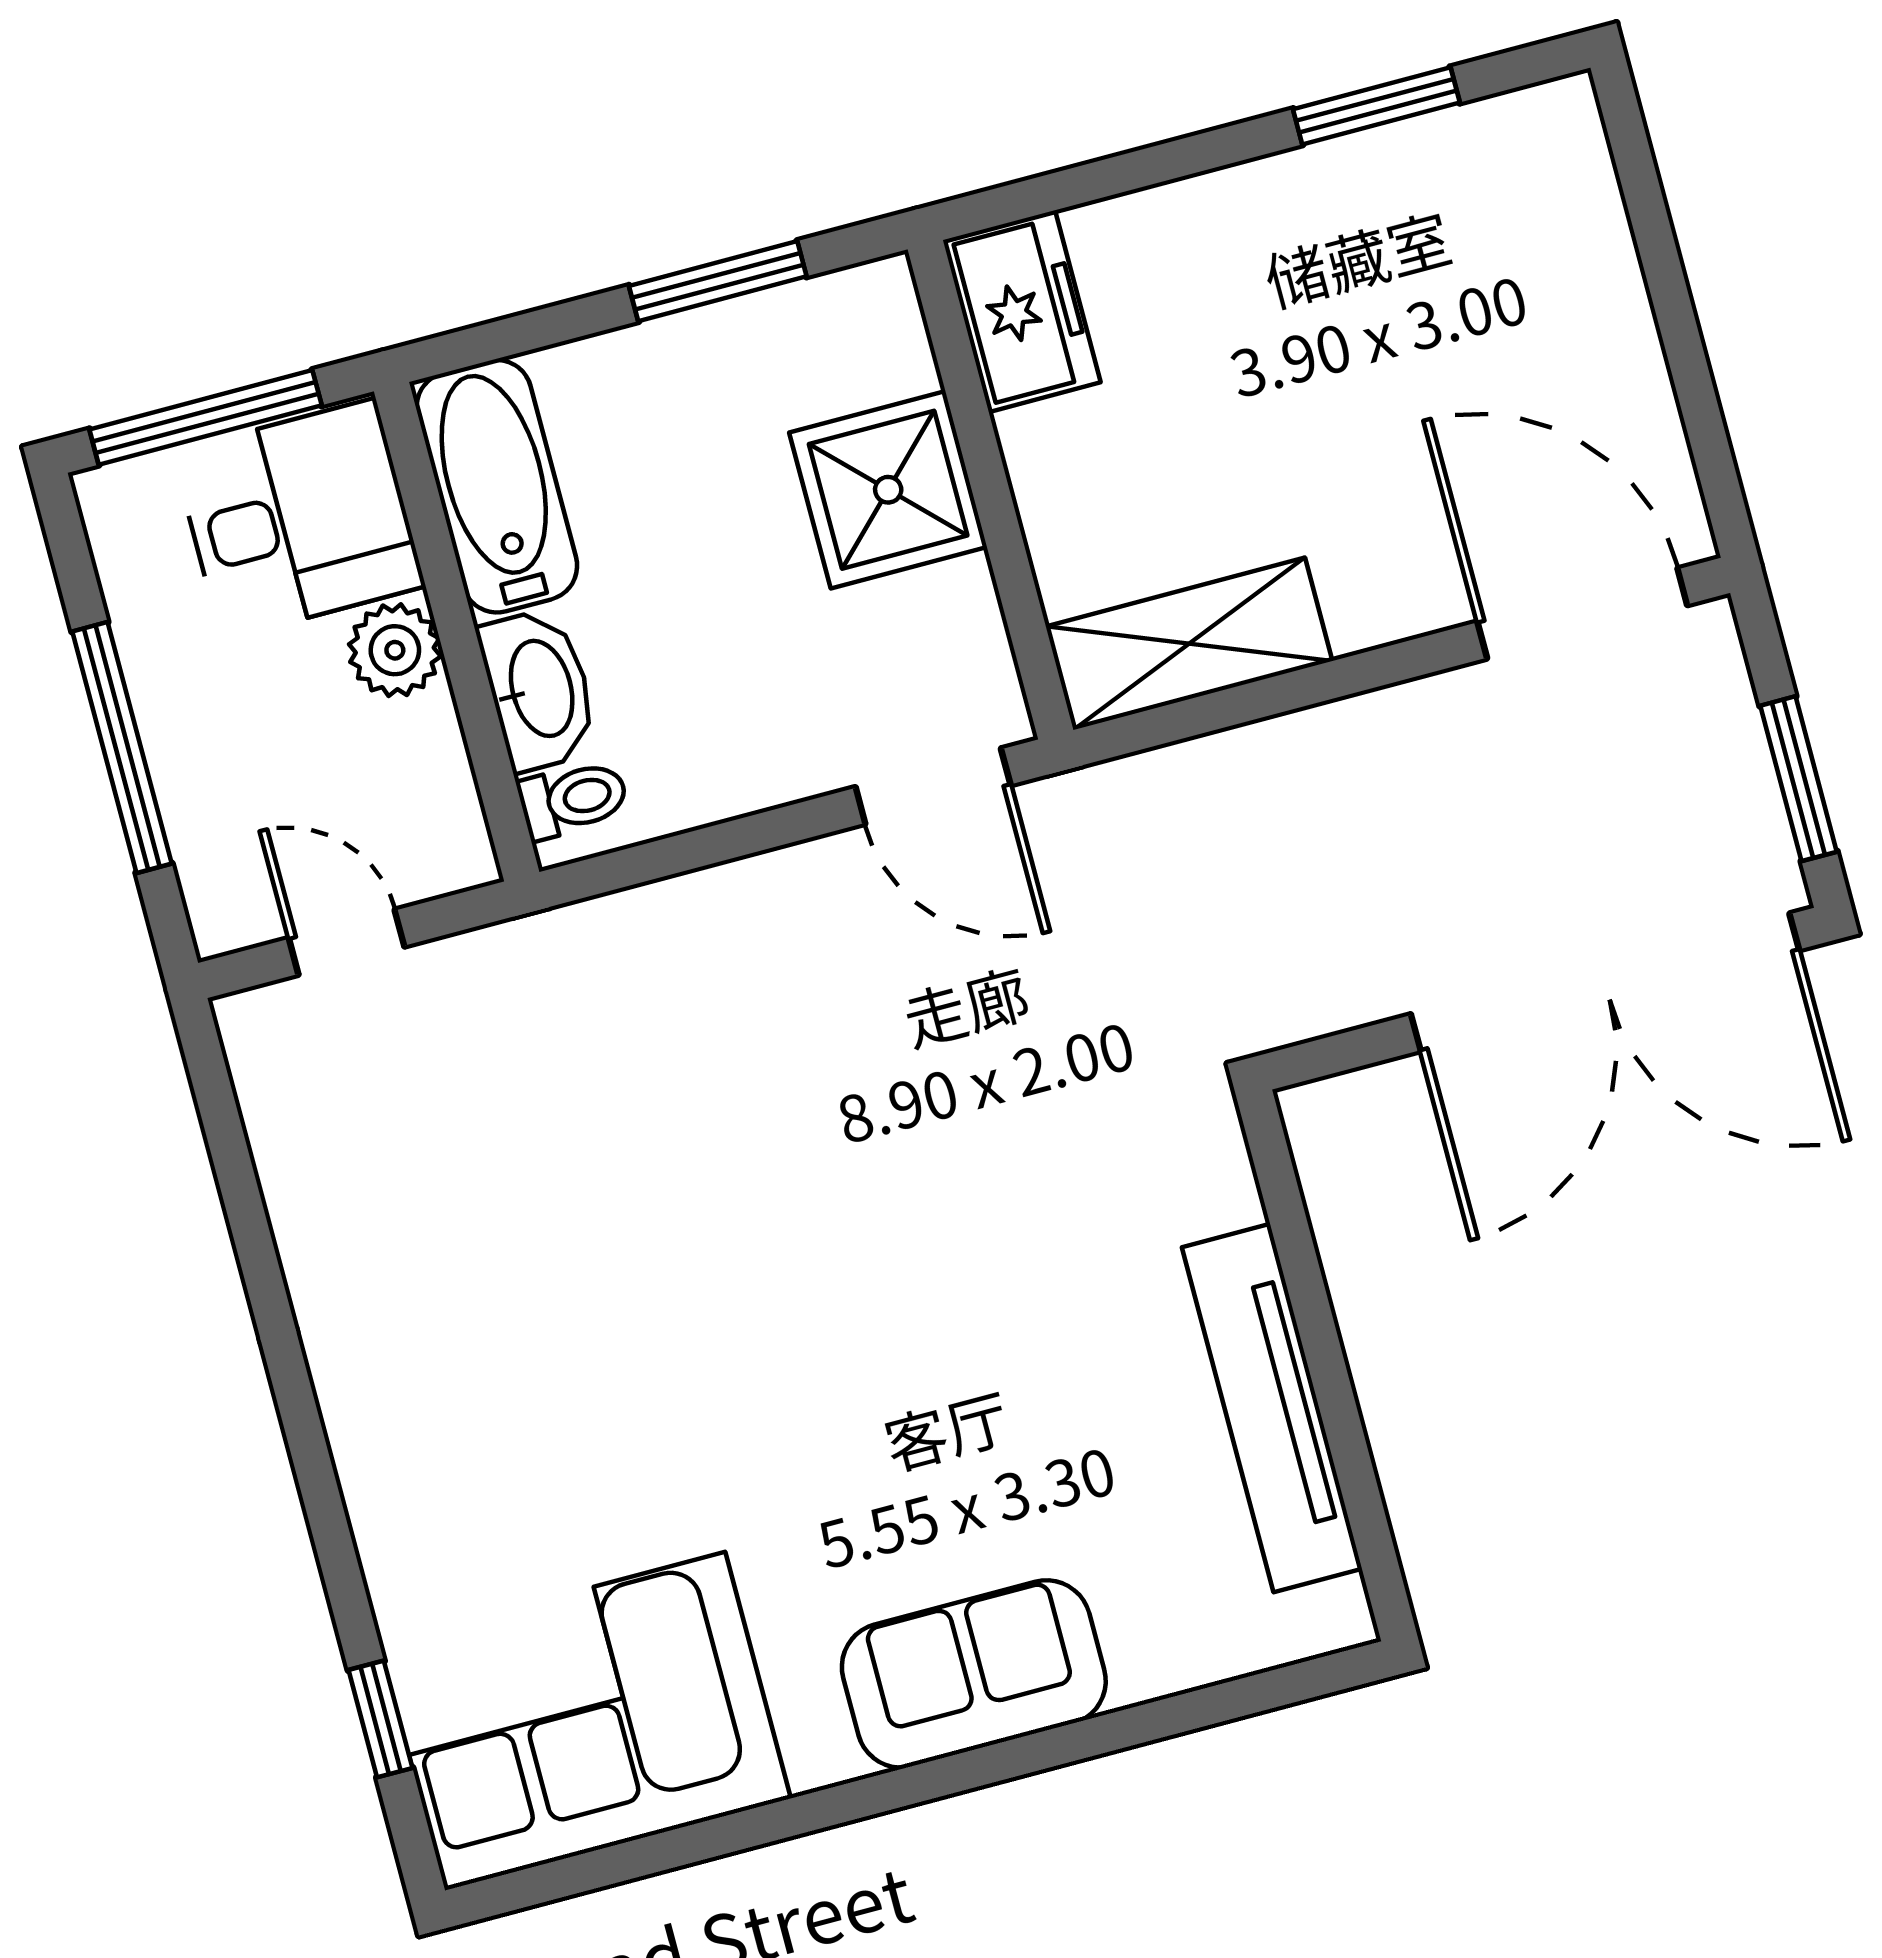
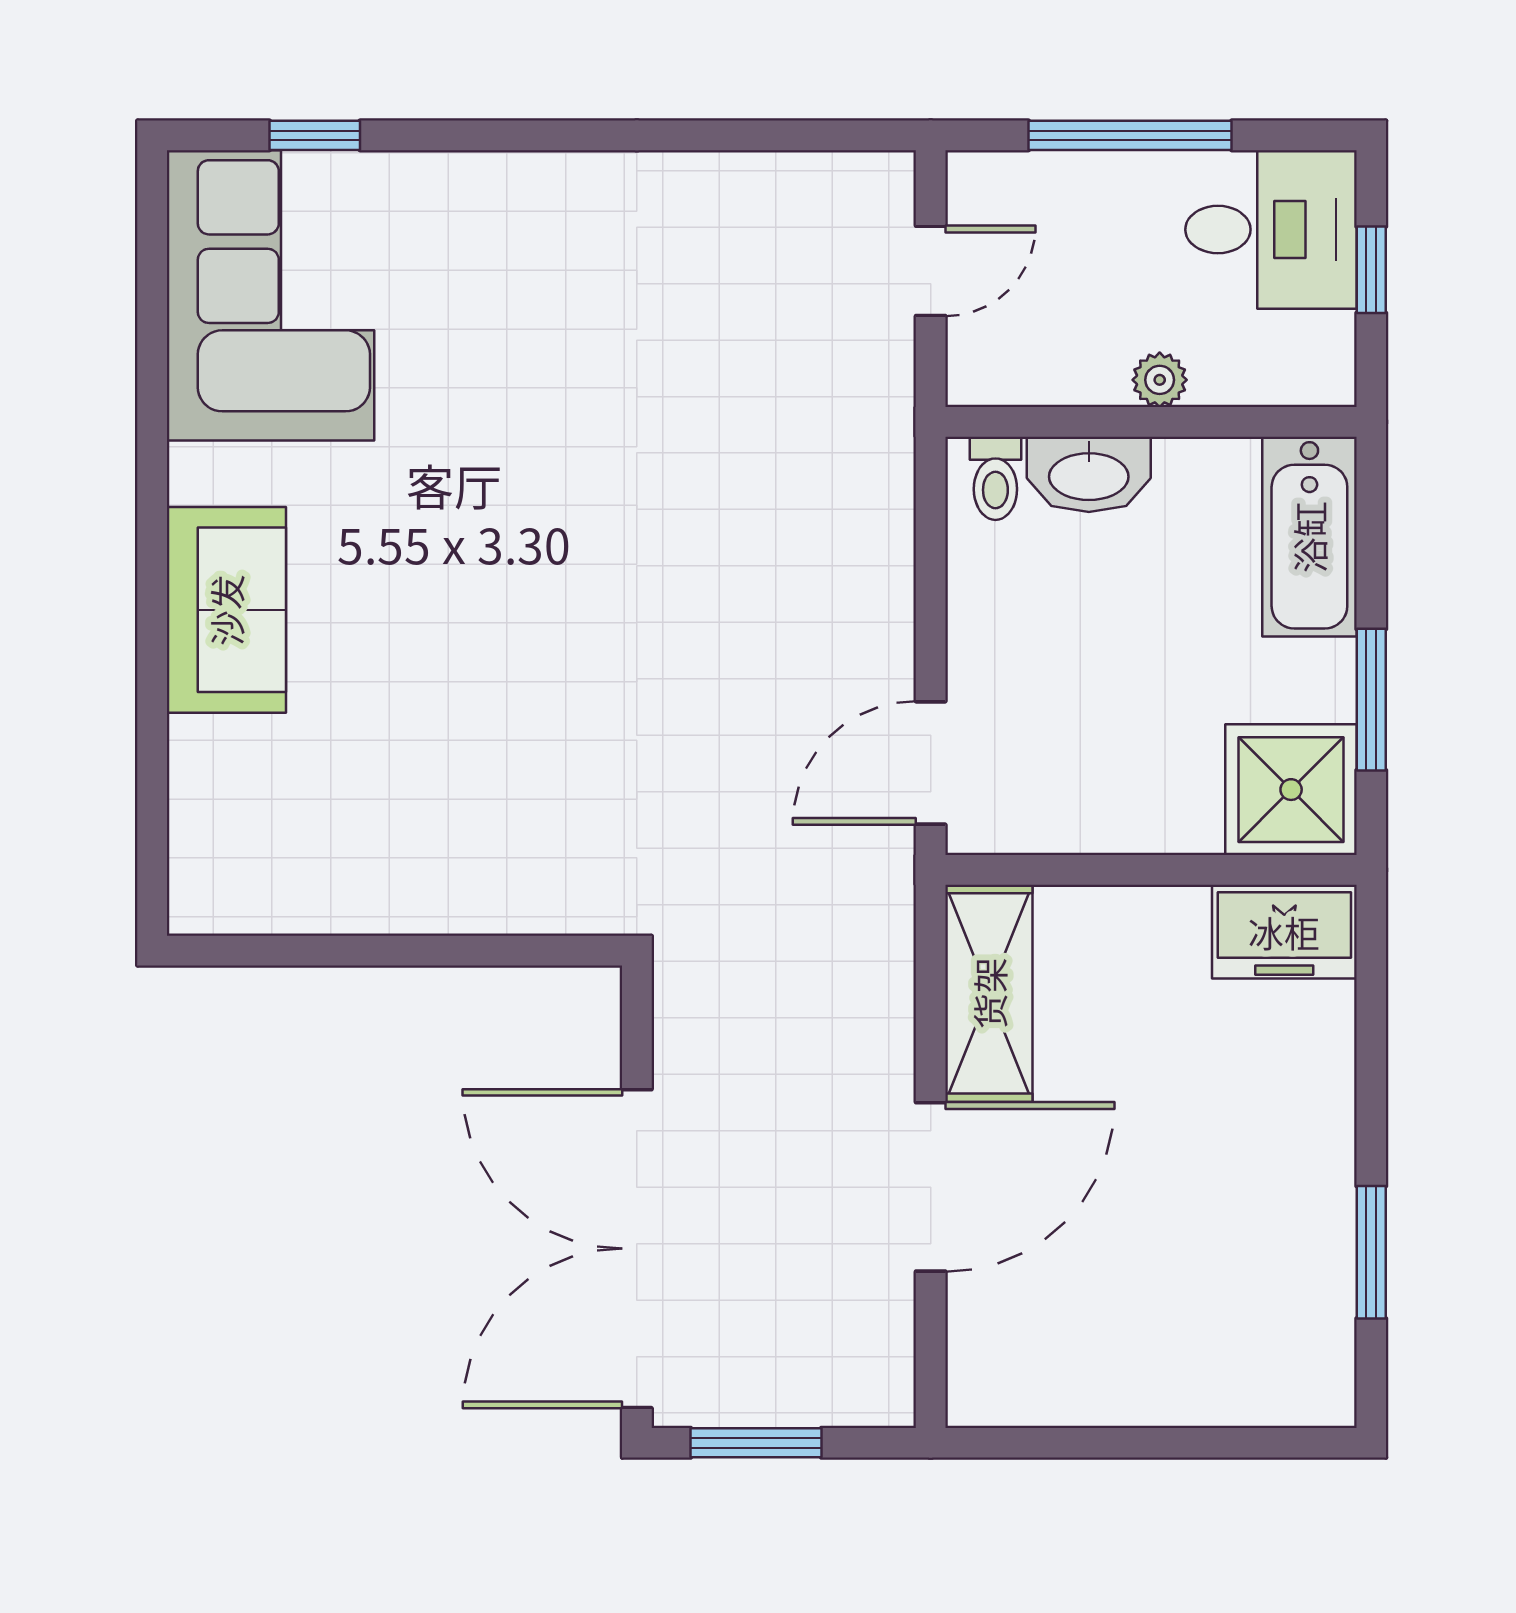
window: (206, 417) -> (1371, 270), width x0.46
bathtub: (497, 486) -> (1309, 537), moved, turned 90
shower: (888, 490) -> (1291, 790), moved
desk: (299, 519) -> (1271, 230), moved, turned -90
door: (1582, 613) -> (931, 1187), moved
plant: (395, 650) -> (1160, 380), width x0.73, depth x0.73
tv unit: (1272, 1408) -> (373, 899), removed

